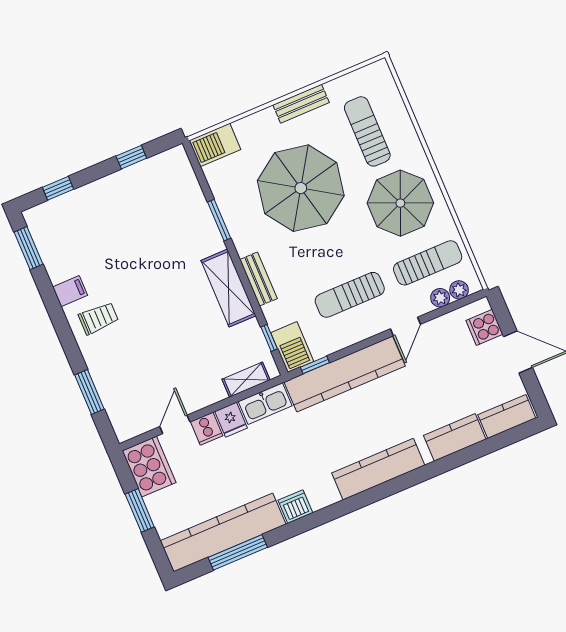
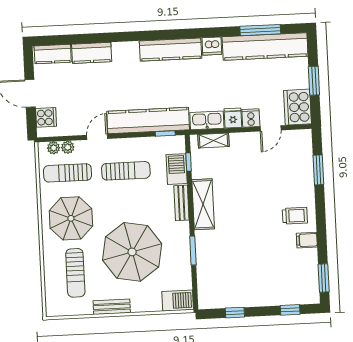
trolley: (98, 318) -> (295, 216), turned 180
barbecue: (292, 347) -> (177, 169), moved
kitchen counter: (378, 469) -> (171, 50), moved

